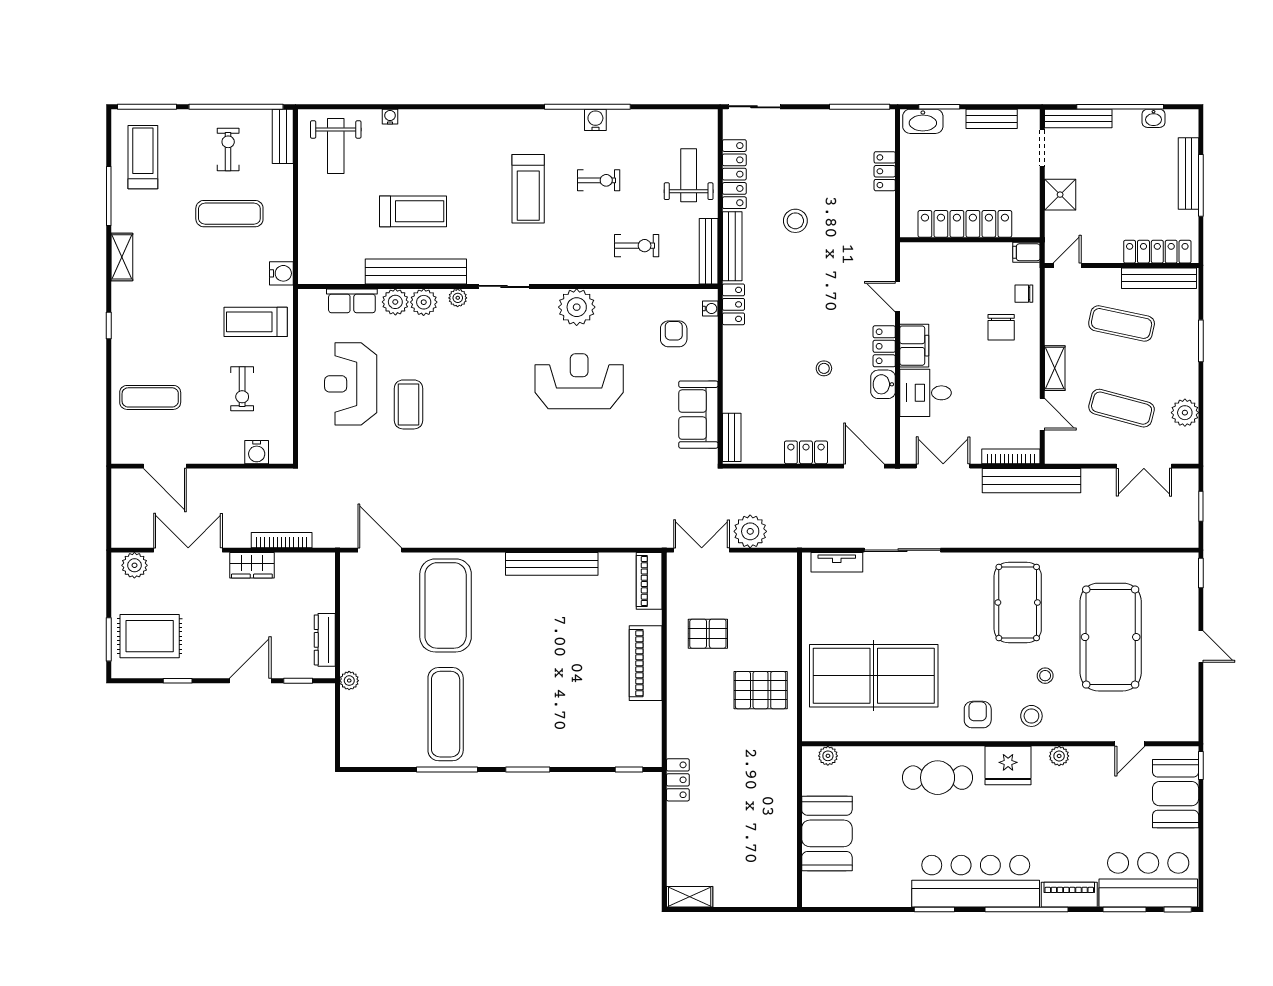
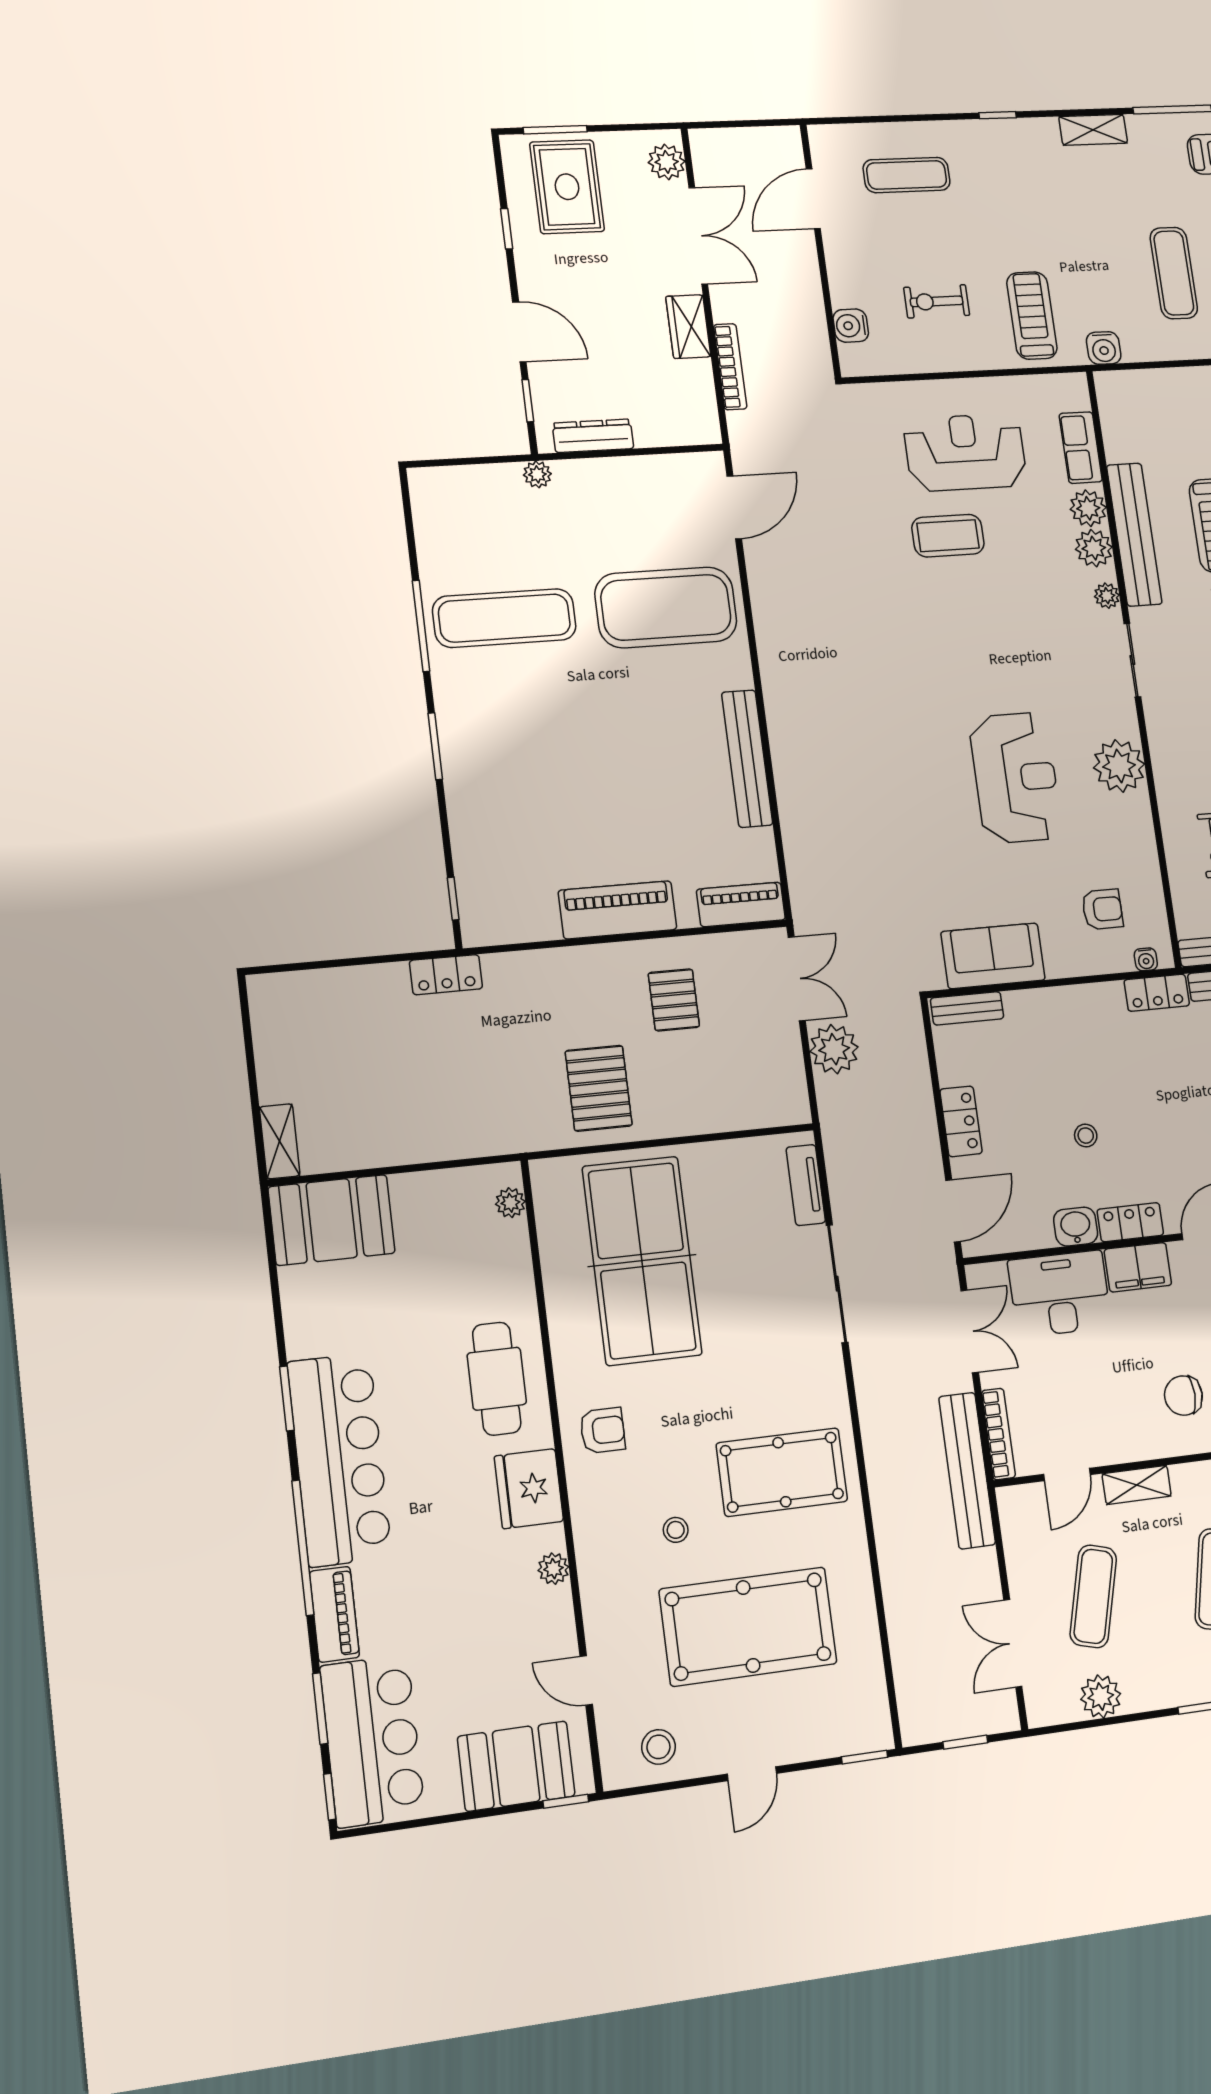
desk: (926, 393) -> (1060, 1294), width x1.37
exercise mat: (150, 397) -> (907, 175), turned 90
stool: (1031, 716) -> (658, 1747), moved
booth: (827, 833) -> (332, 1220), moved
shelving: (690, 897) -> (280, 1141), moved

